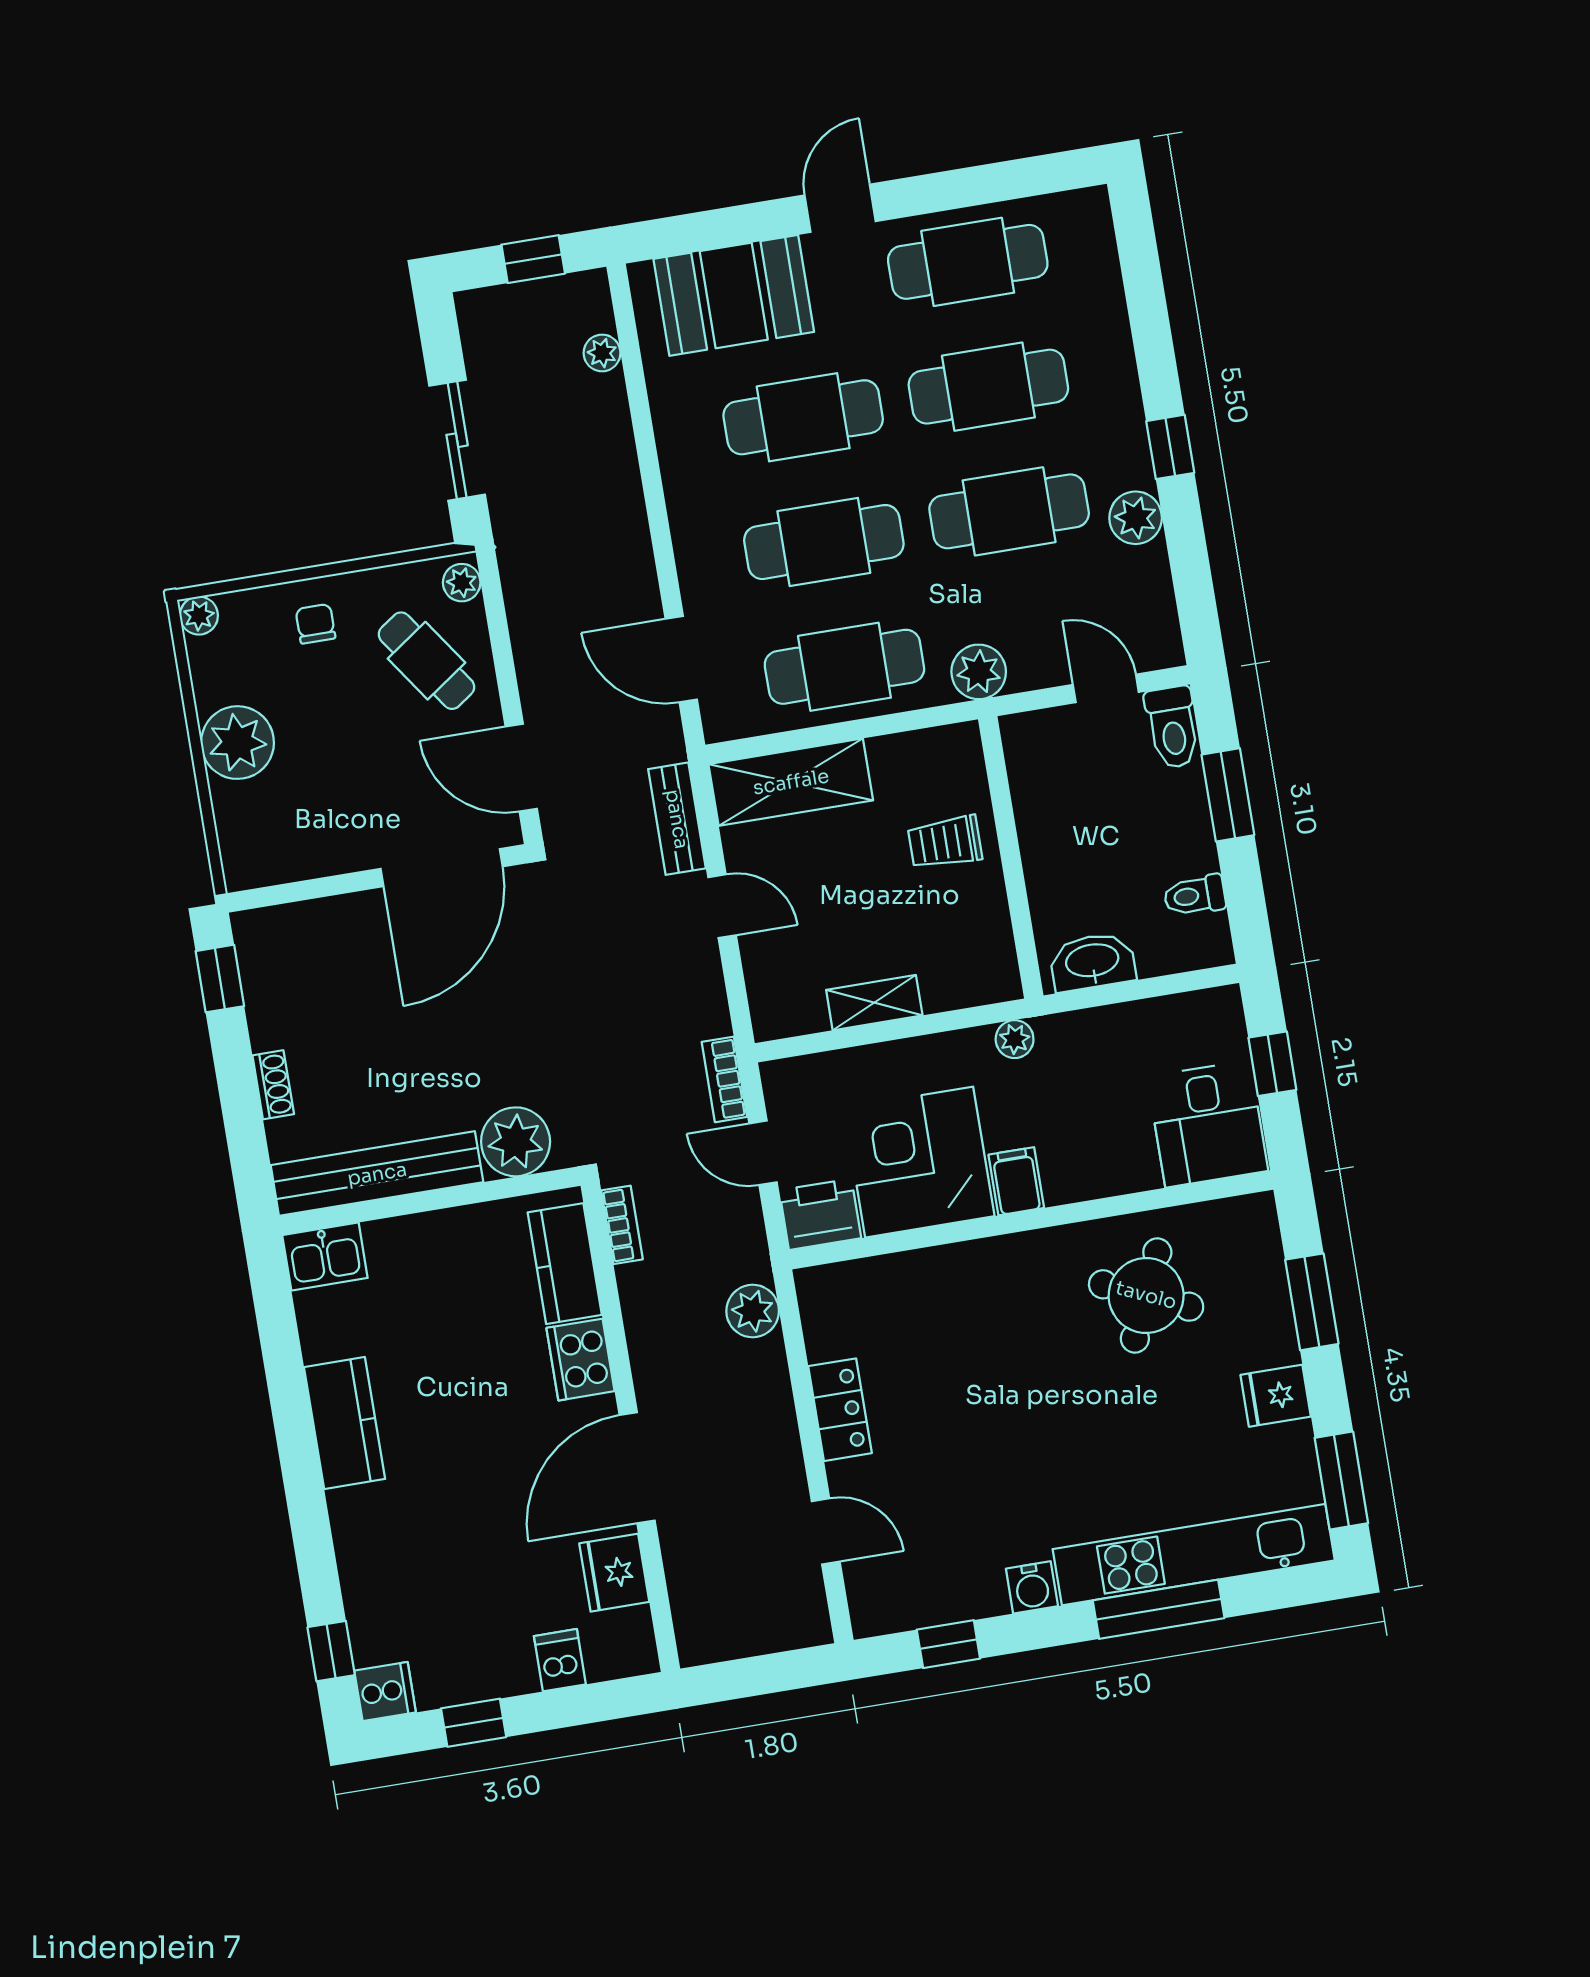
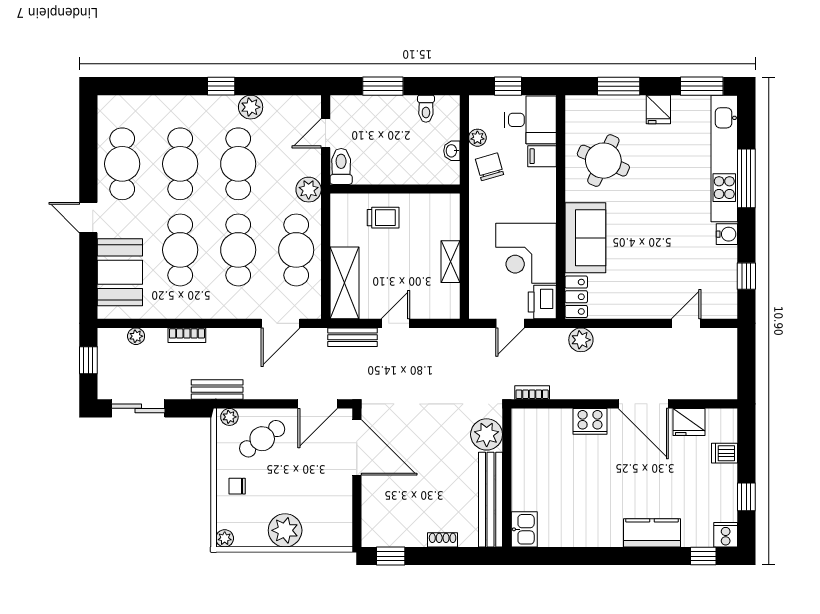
sliding door: (457, 440) -> (138, 408), moved
bench: (516, 547) -> (217, 390), added
toilet: (1173, 727) -> (341, 166), moved, turned -90
trolley: (945, 842) -> (383, 218), turned -90
washbasin: (1092, 962) -> (452, 151), width x0.52, depth x0.69
plant: (1015, 1039) -> (477, 138), moved
chair: (1092, 1053) -> (489, 167), added
bookcase: (724, 1079) -> (187, 335), moved
filing cabinet: (1016, 1181) -> (542, 156), moved
kitchen counter: (565, 1264) -> (545, 421), removed
sofa: (974, 1284) -> (585, 238), added
locker: (840, 1410) -> (576, 297), moved, turned 90
kitchen counter: (345, 1423) -> (652, 533), moved

